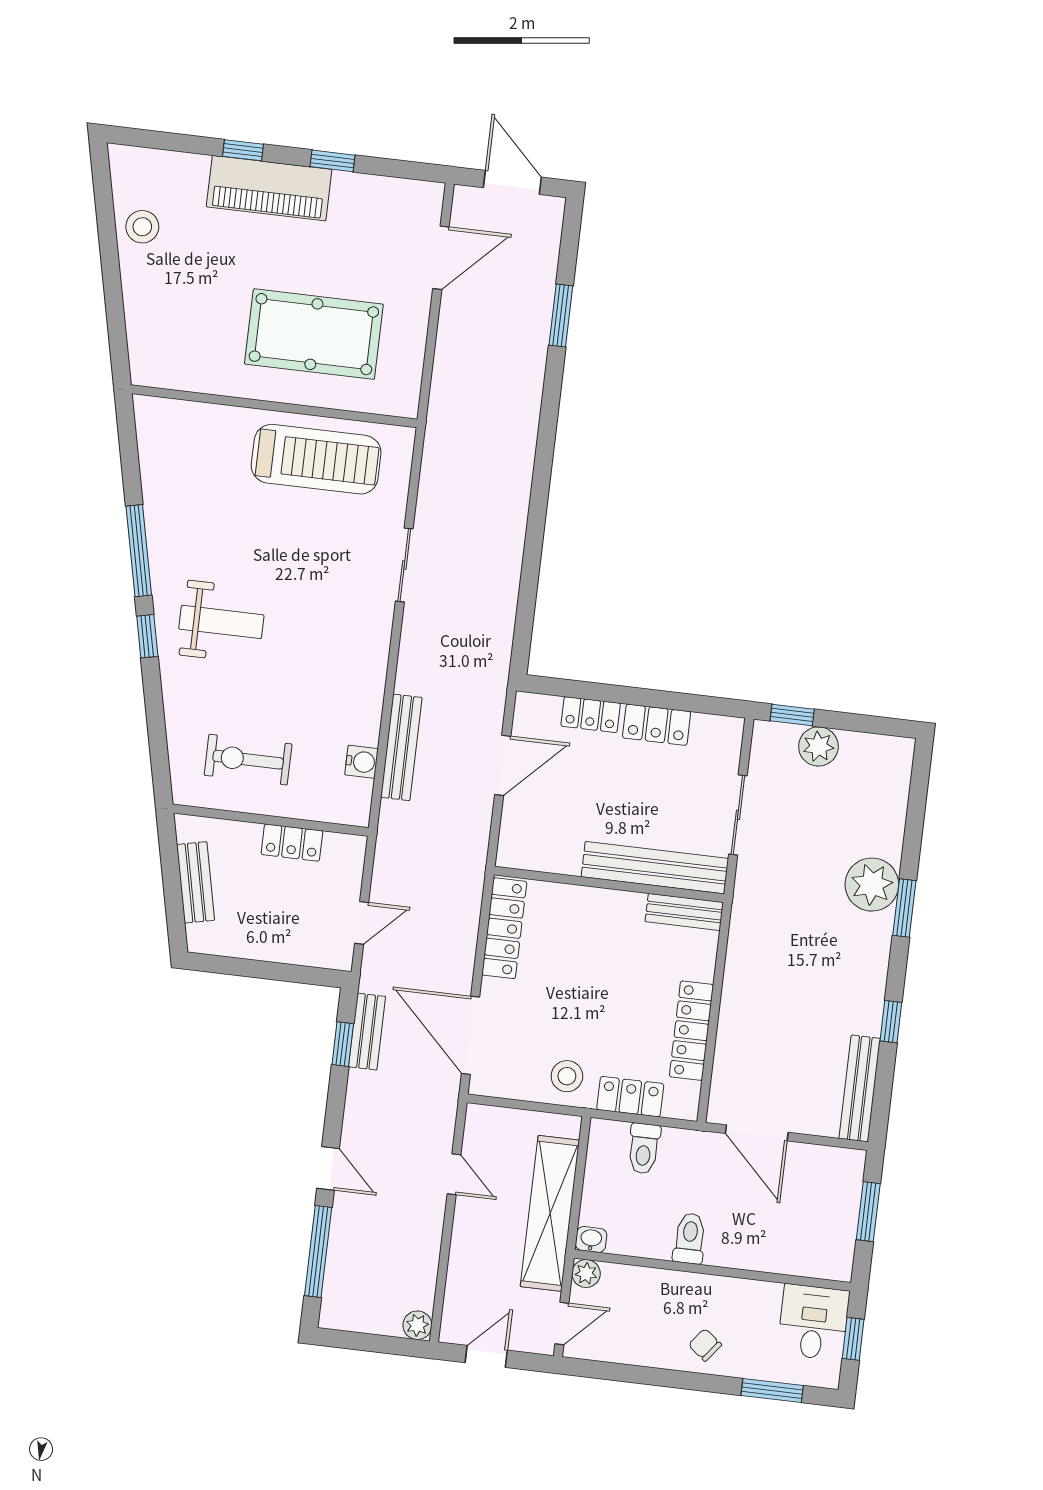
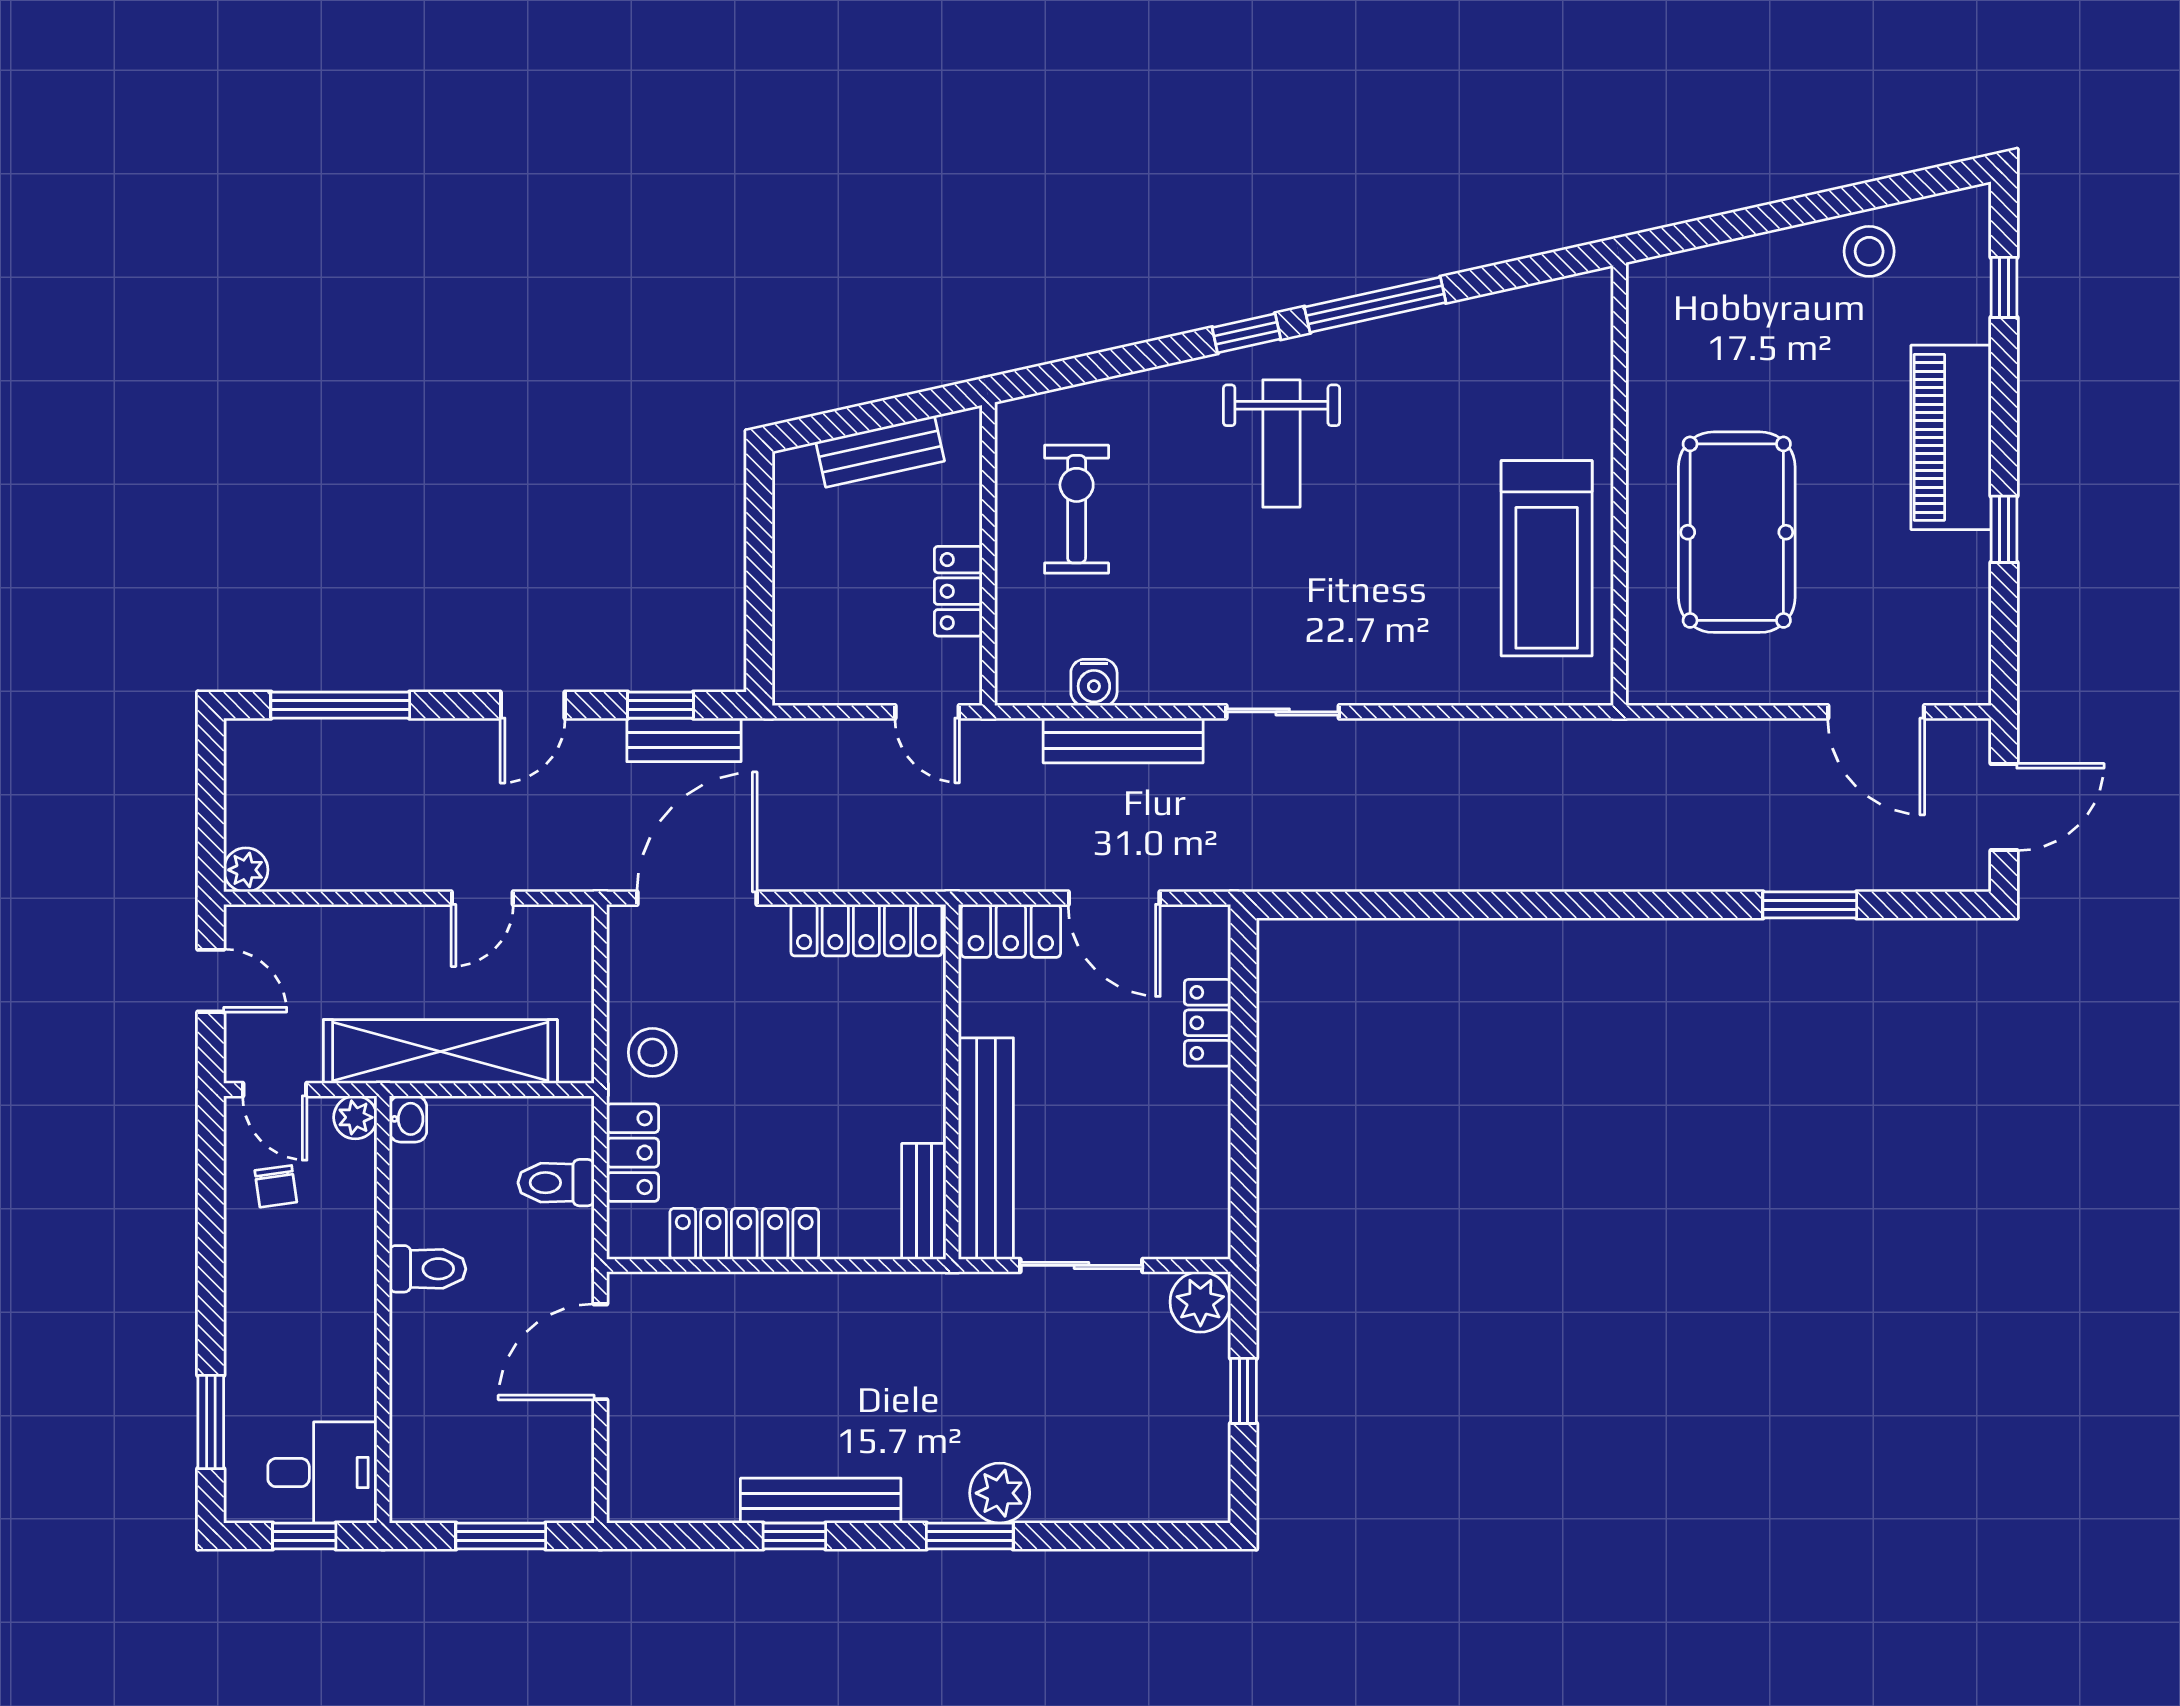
window: (243, 150) -> (2004, 287), moved
sliding door: (404, 565) -> (1283, 712), moved
window: (792, 715) -> (1243, 1391), moved
locker: (657, 725) -> (1011, 931), moved, turned -90
plant: (818, 746) -> (1200, 1302), moved
plant: (872, 885) -> (1000, 1493), width x0.73, depth x0.73
door: (362, 923) -> (927, 712), moved
bench: (860, 1088) -> (821, 1501), moved
door: (328, 1168) -> (533, 705), moved
chair: (705, 1345) -> (276, 1186), moved, turned 134

